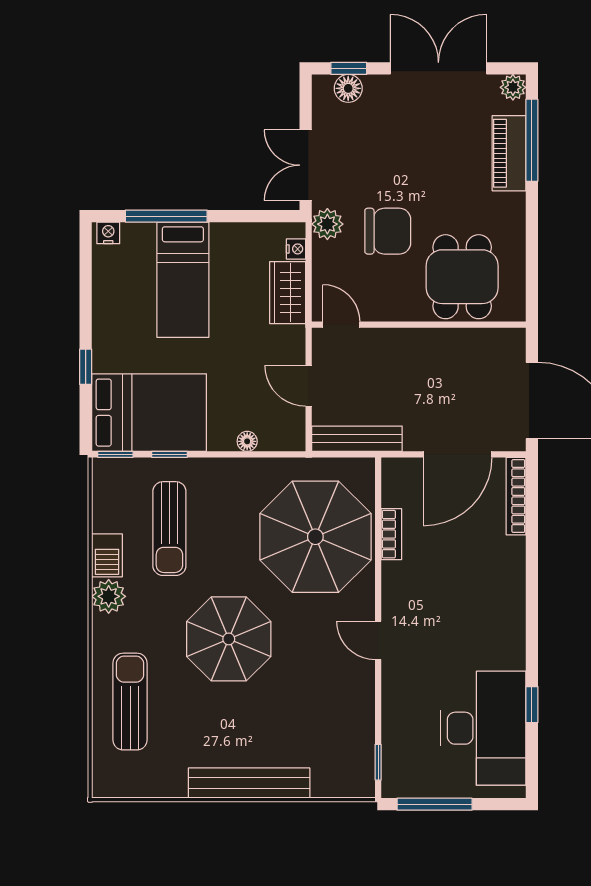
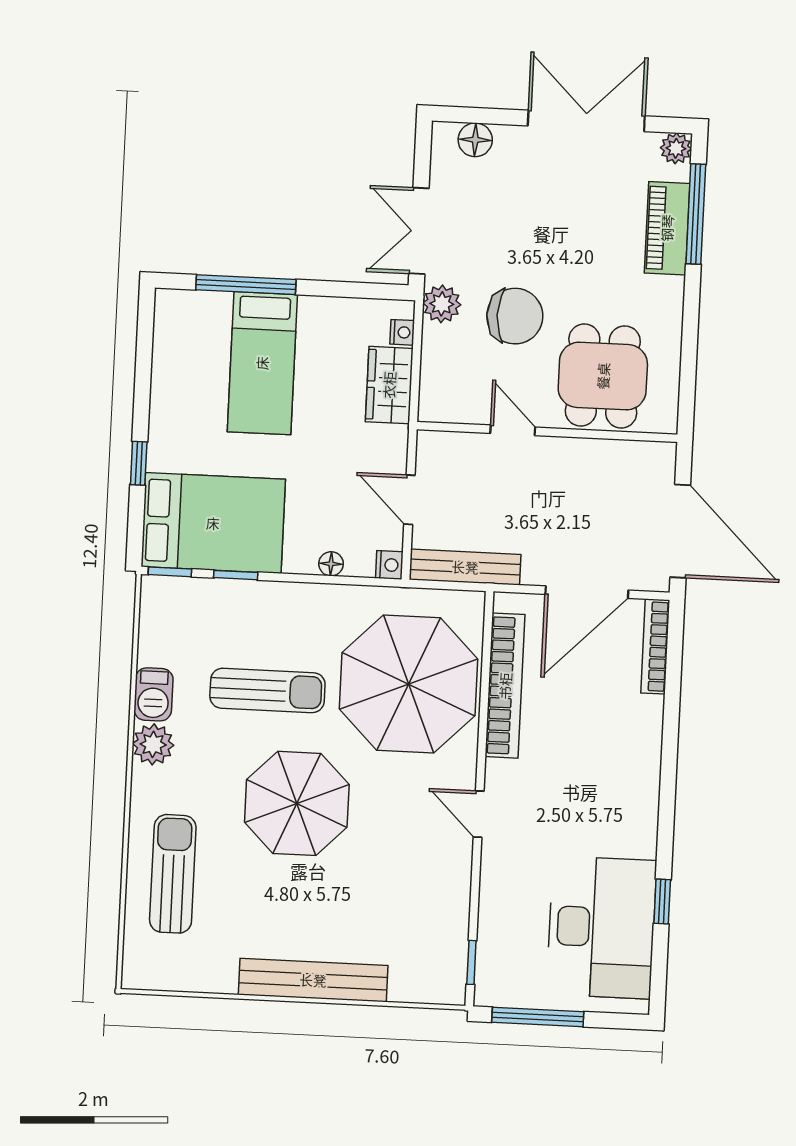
window: (349, 68) -> (477, 116), removed
nightstand: (108, 233) -> (389, 565), moved, turned 90
door: (341, 325) -> (513, 430), moved
sun lounger: (169, 529) -> (267, 690), moved, turned -90
bookcase: (391, 534) -> (505, 686), width x2.31, depth x1.31

